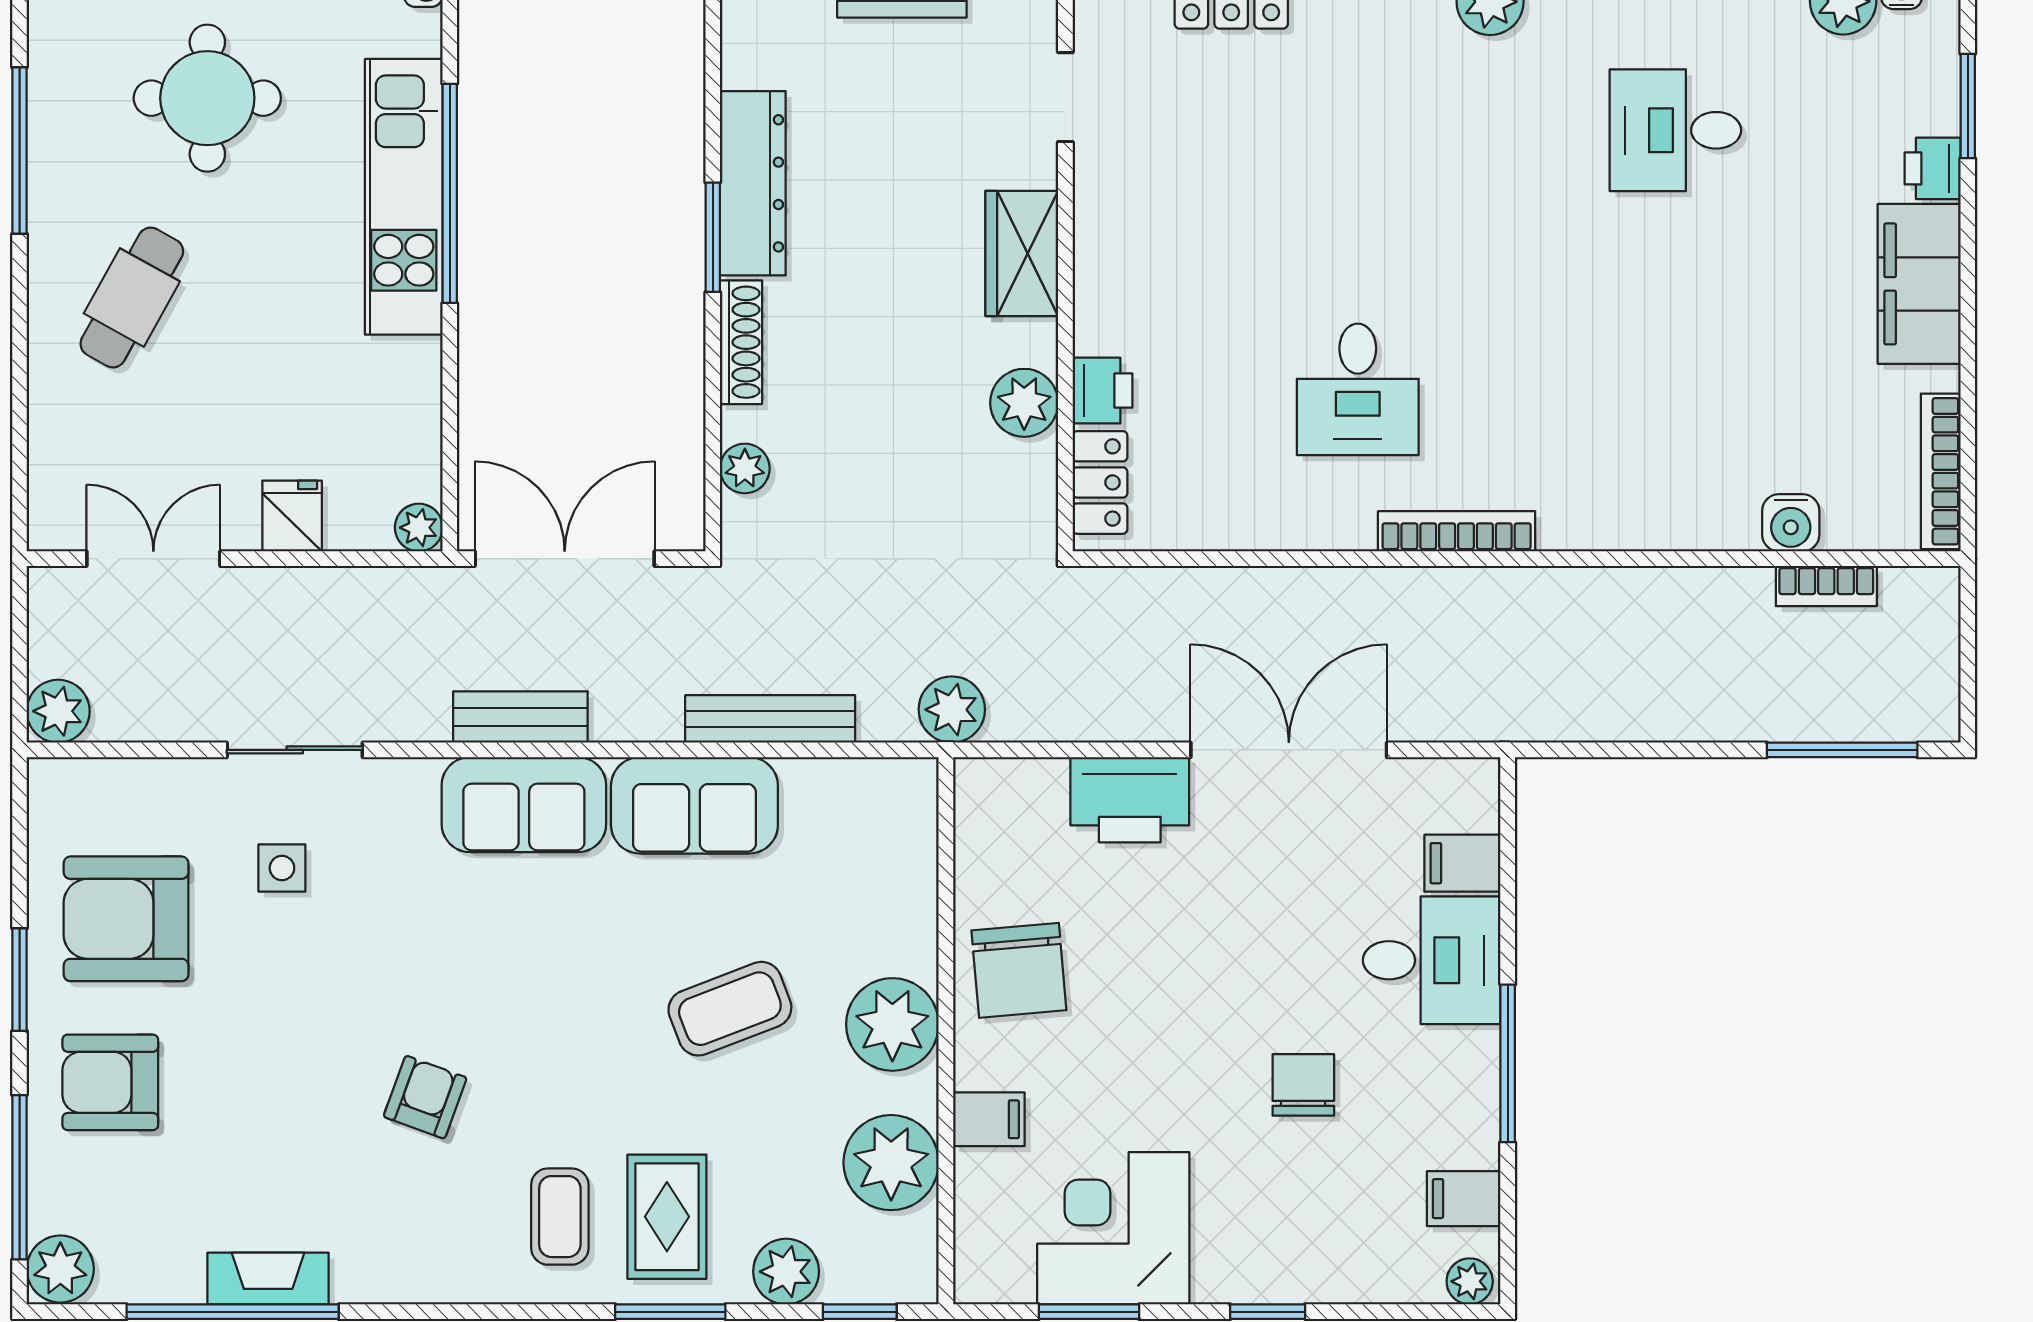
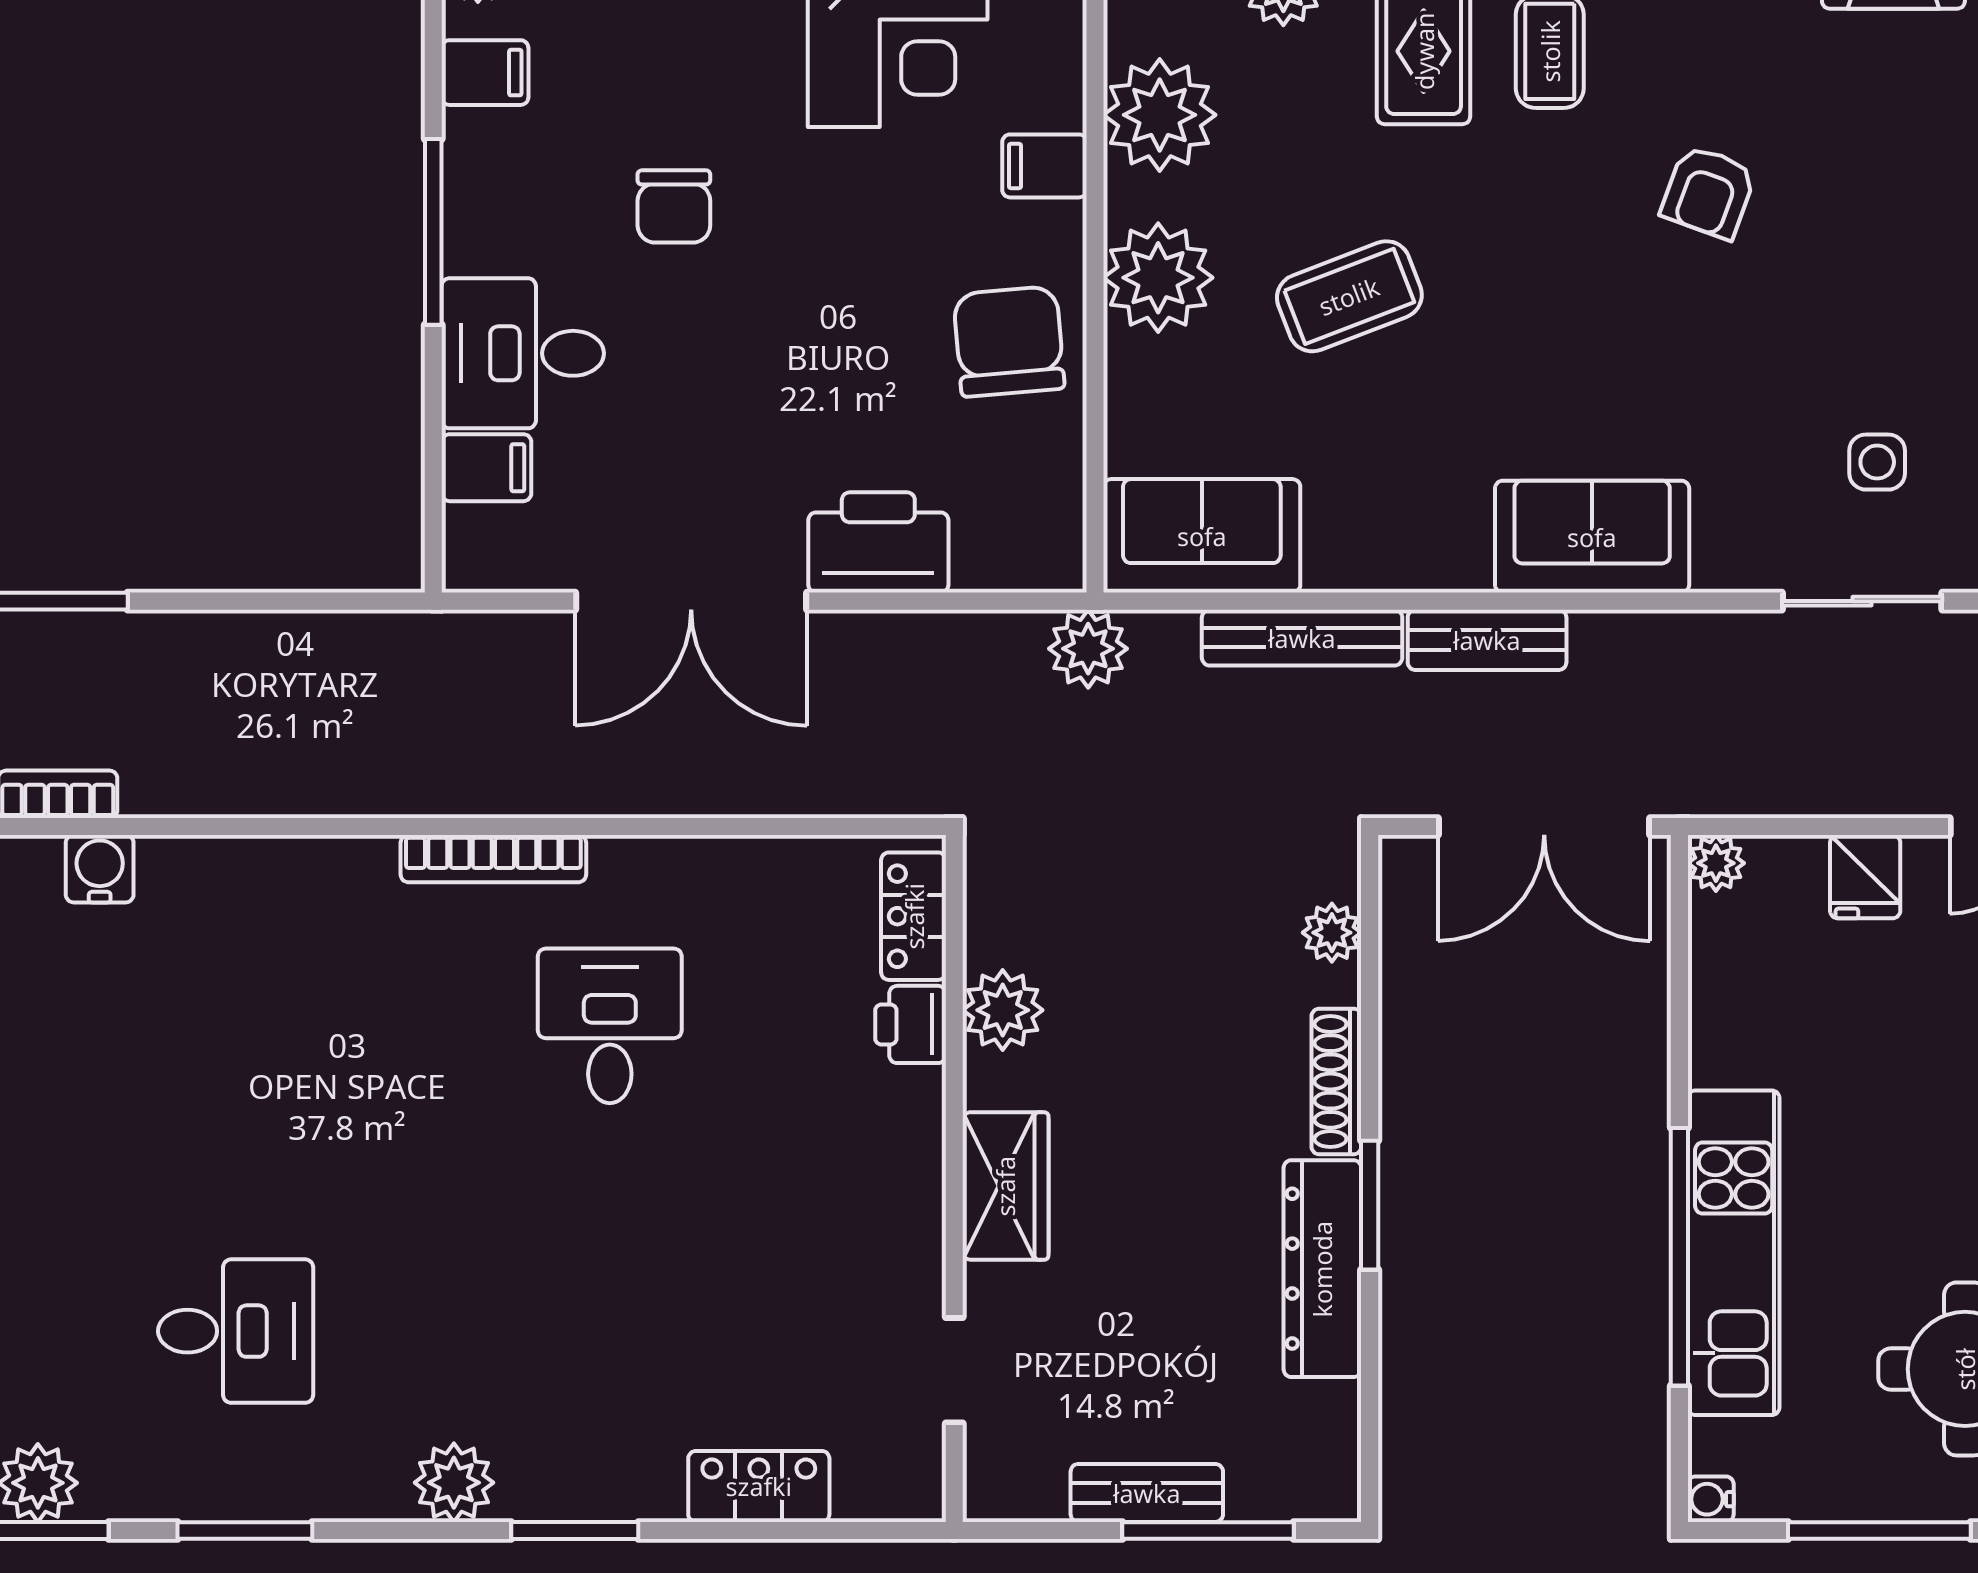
bench: (520, 717) -> (1487, 640), moved
sofa: (694, 805) -> (1202, 536), moved

